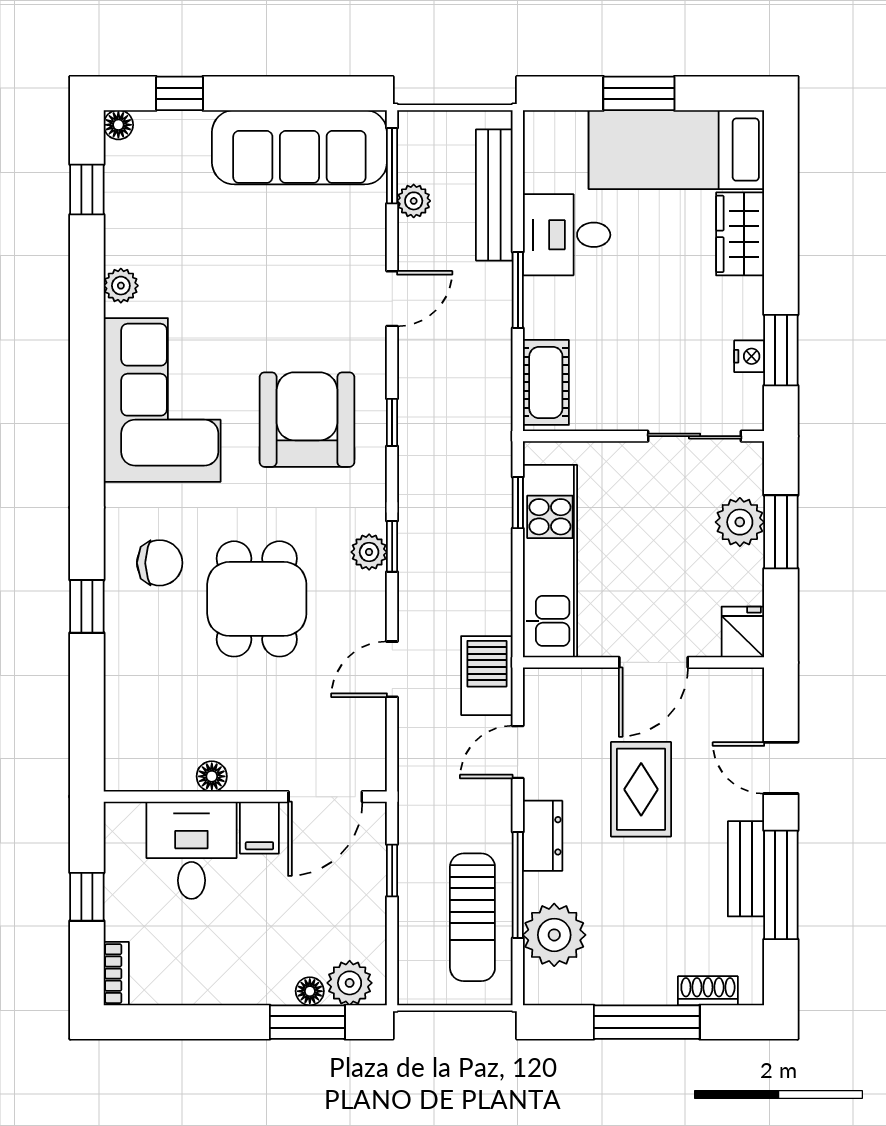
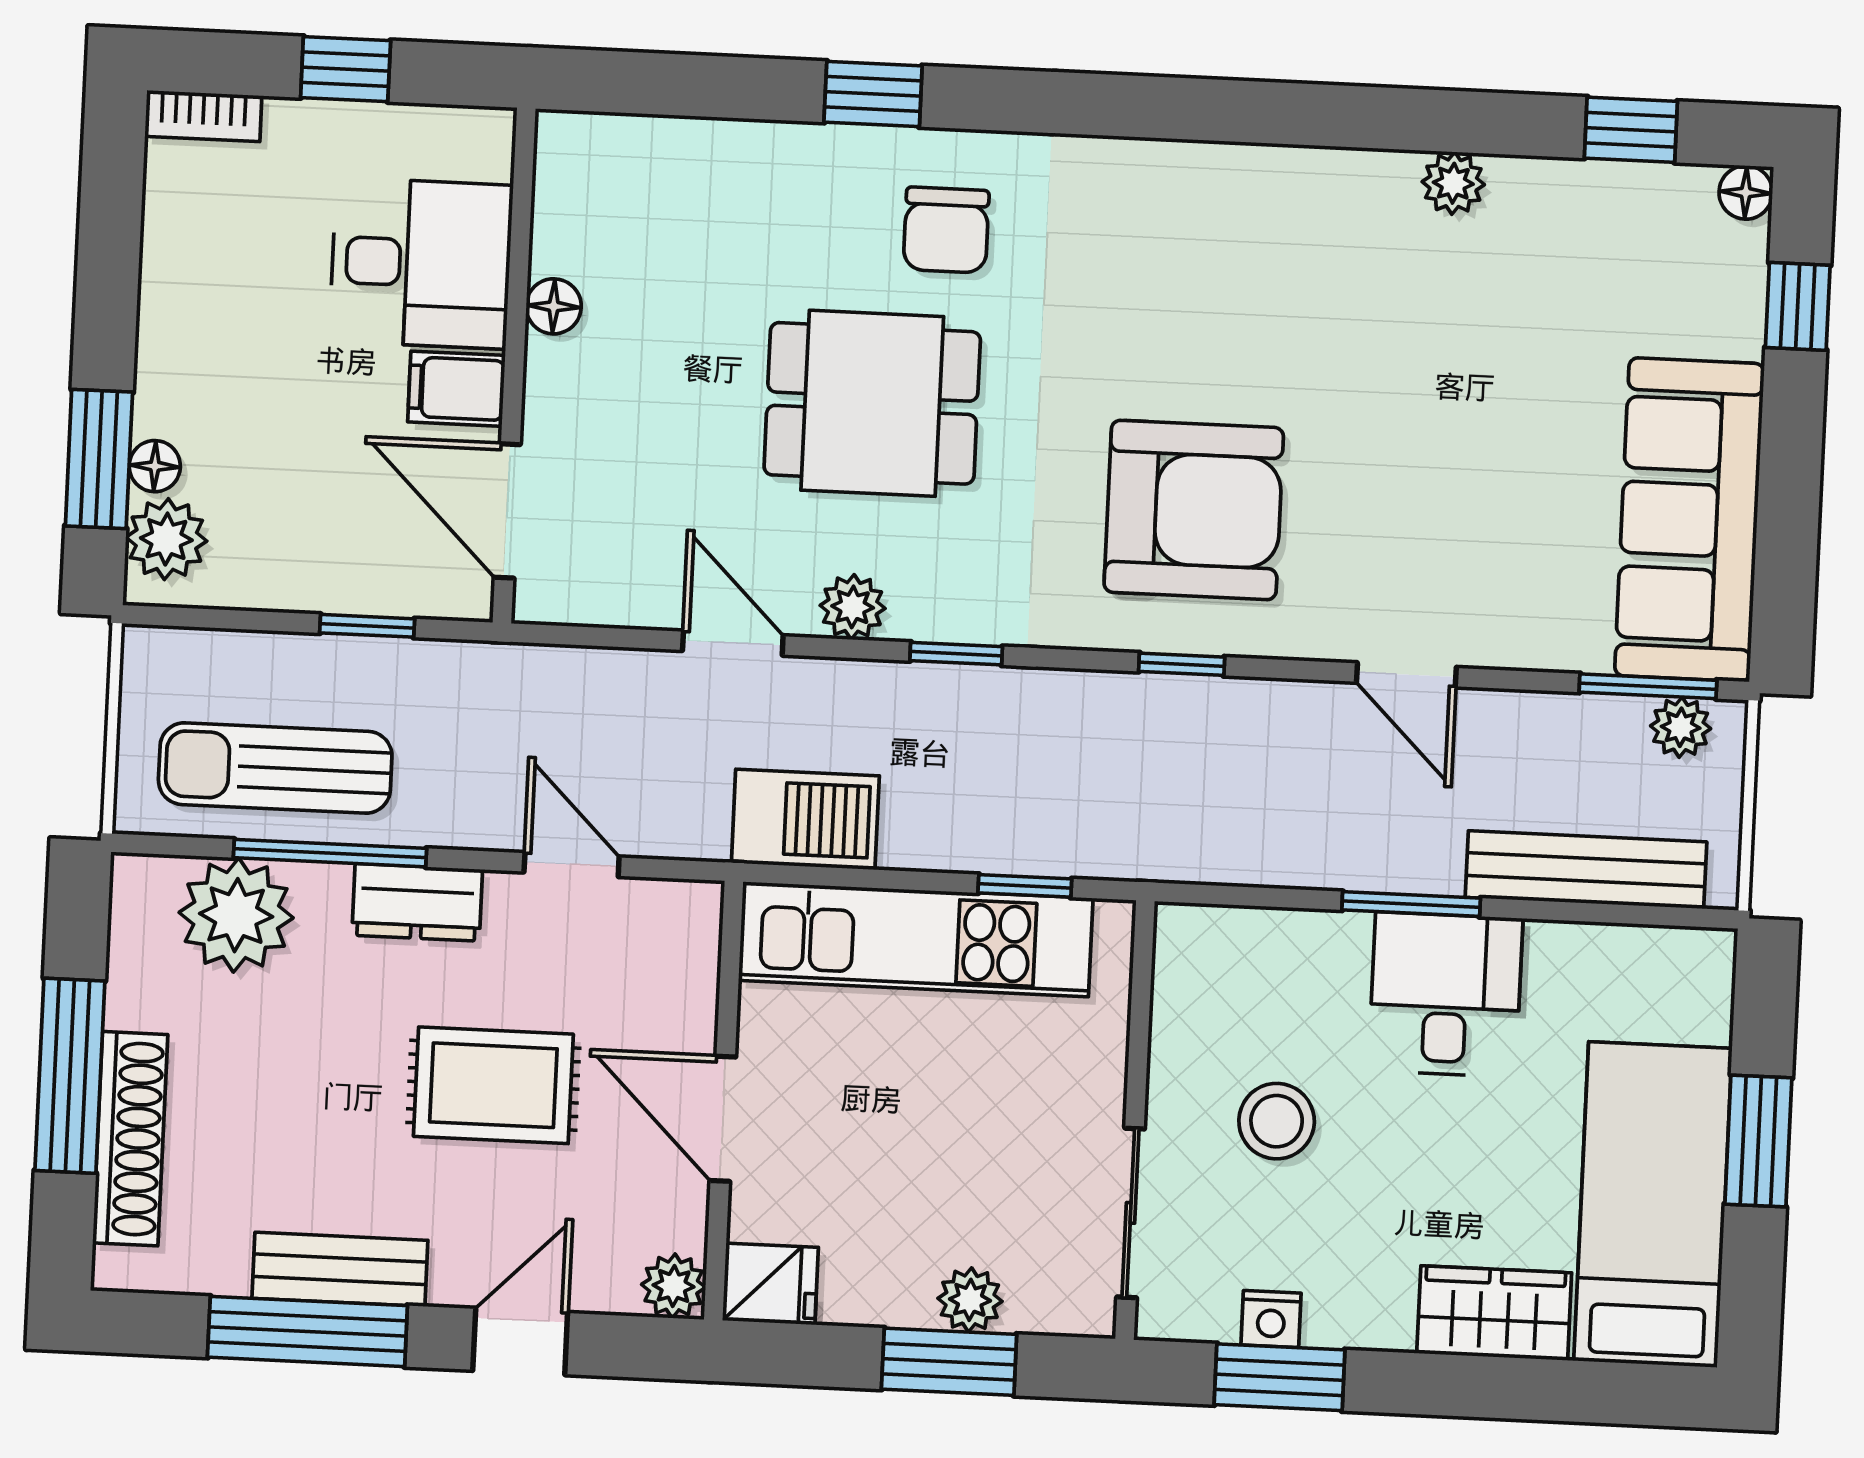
plant: (414, 201) -> (1681, 727), moved
desk: (567, 235) -> (1446, 995), moved
stool: (640, 358) -> (1277, 1121), added
cot: (546, 382) -> (1241, 947), removed
corner sofa: (162, 400) -> (1242, 248), removed
plant: (740, 522) -> (970, 1300), width x0.73, depth x0.73
plant: (369, 552) -> (853, 607), moved
barbecue: (487, 676) -> (805, 819), moved
plant: (747, 685) -> (674, 1286), added
shoe rack: (708, 991) -> (130, 1139), width x1.94, depth x1.24

